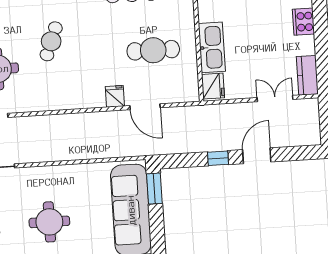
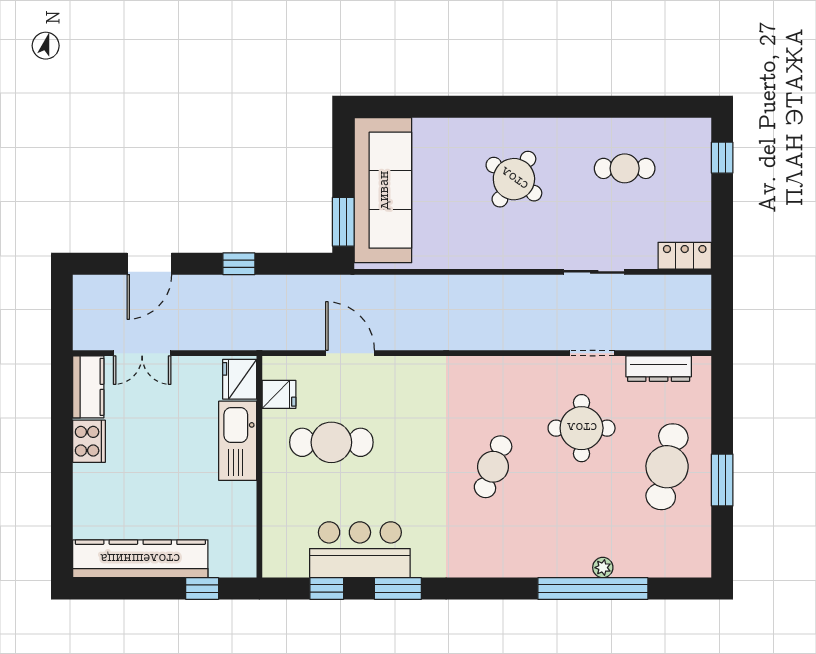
cooker: (304, 22) -> (89, 441), moved
fridge: (115, 96) -> (279, 394), moved, turned -90
door: (257, 156) -> (149, 264), moved
round table: (49, 222) -> (514, 179), turned 35

